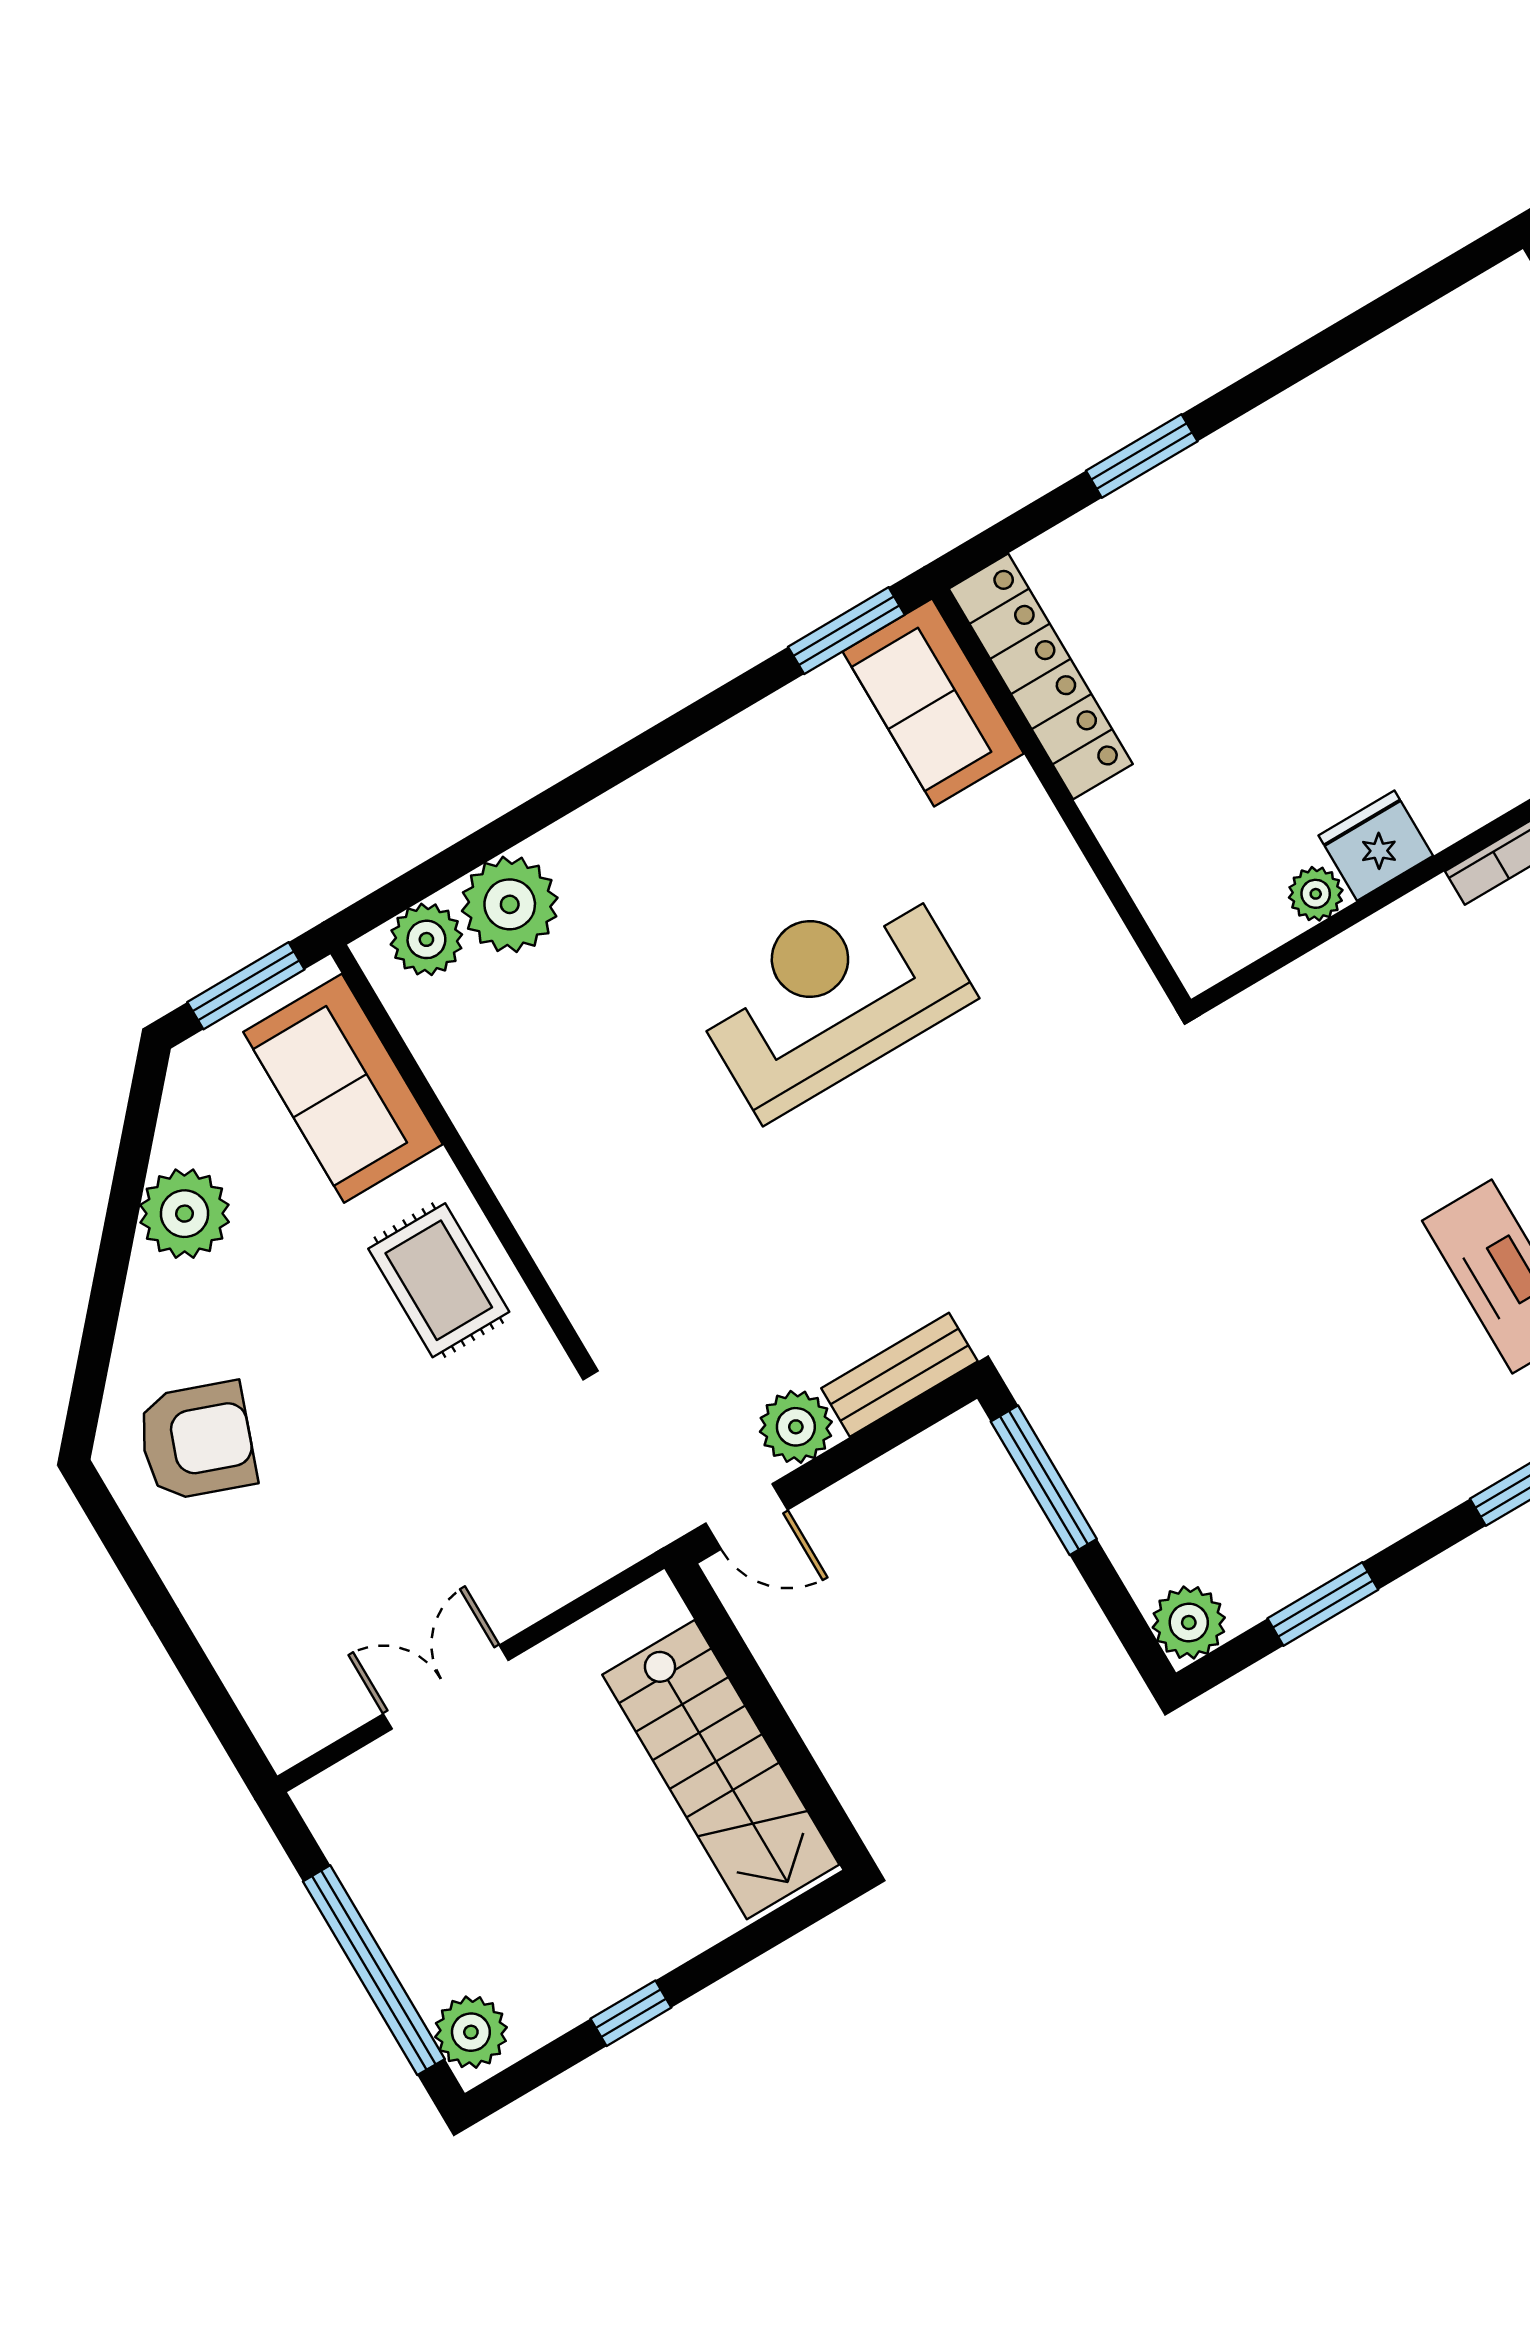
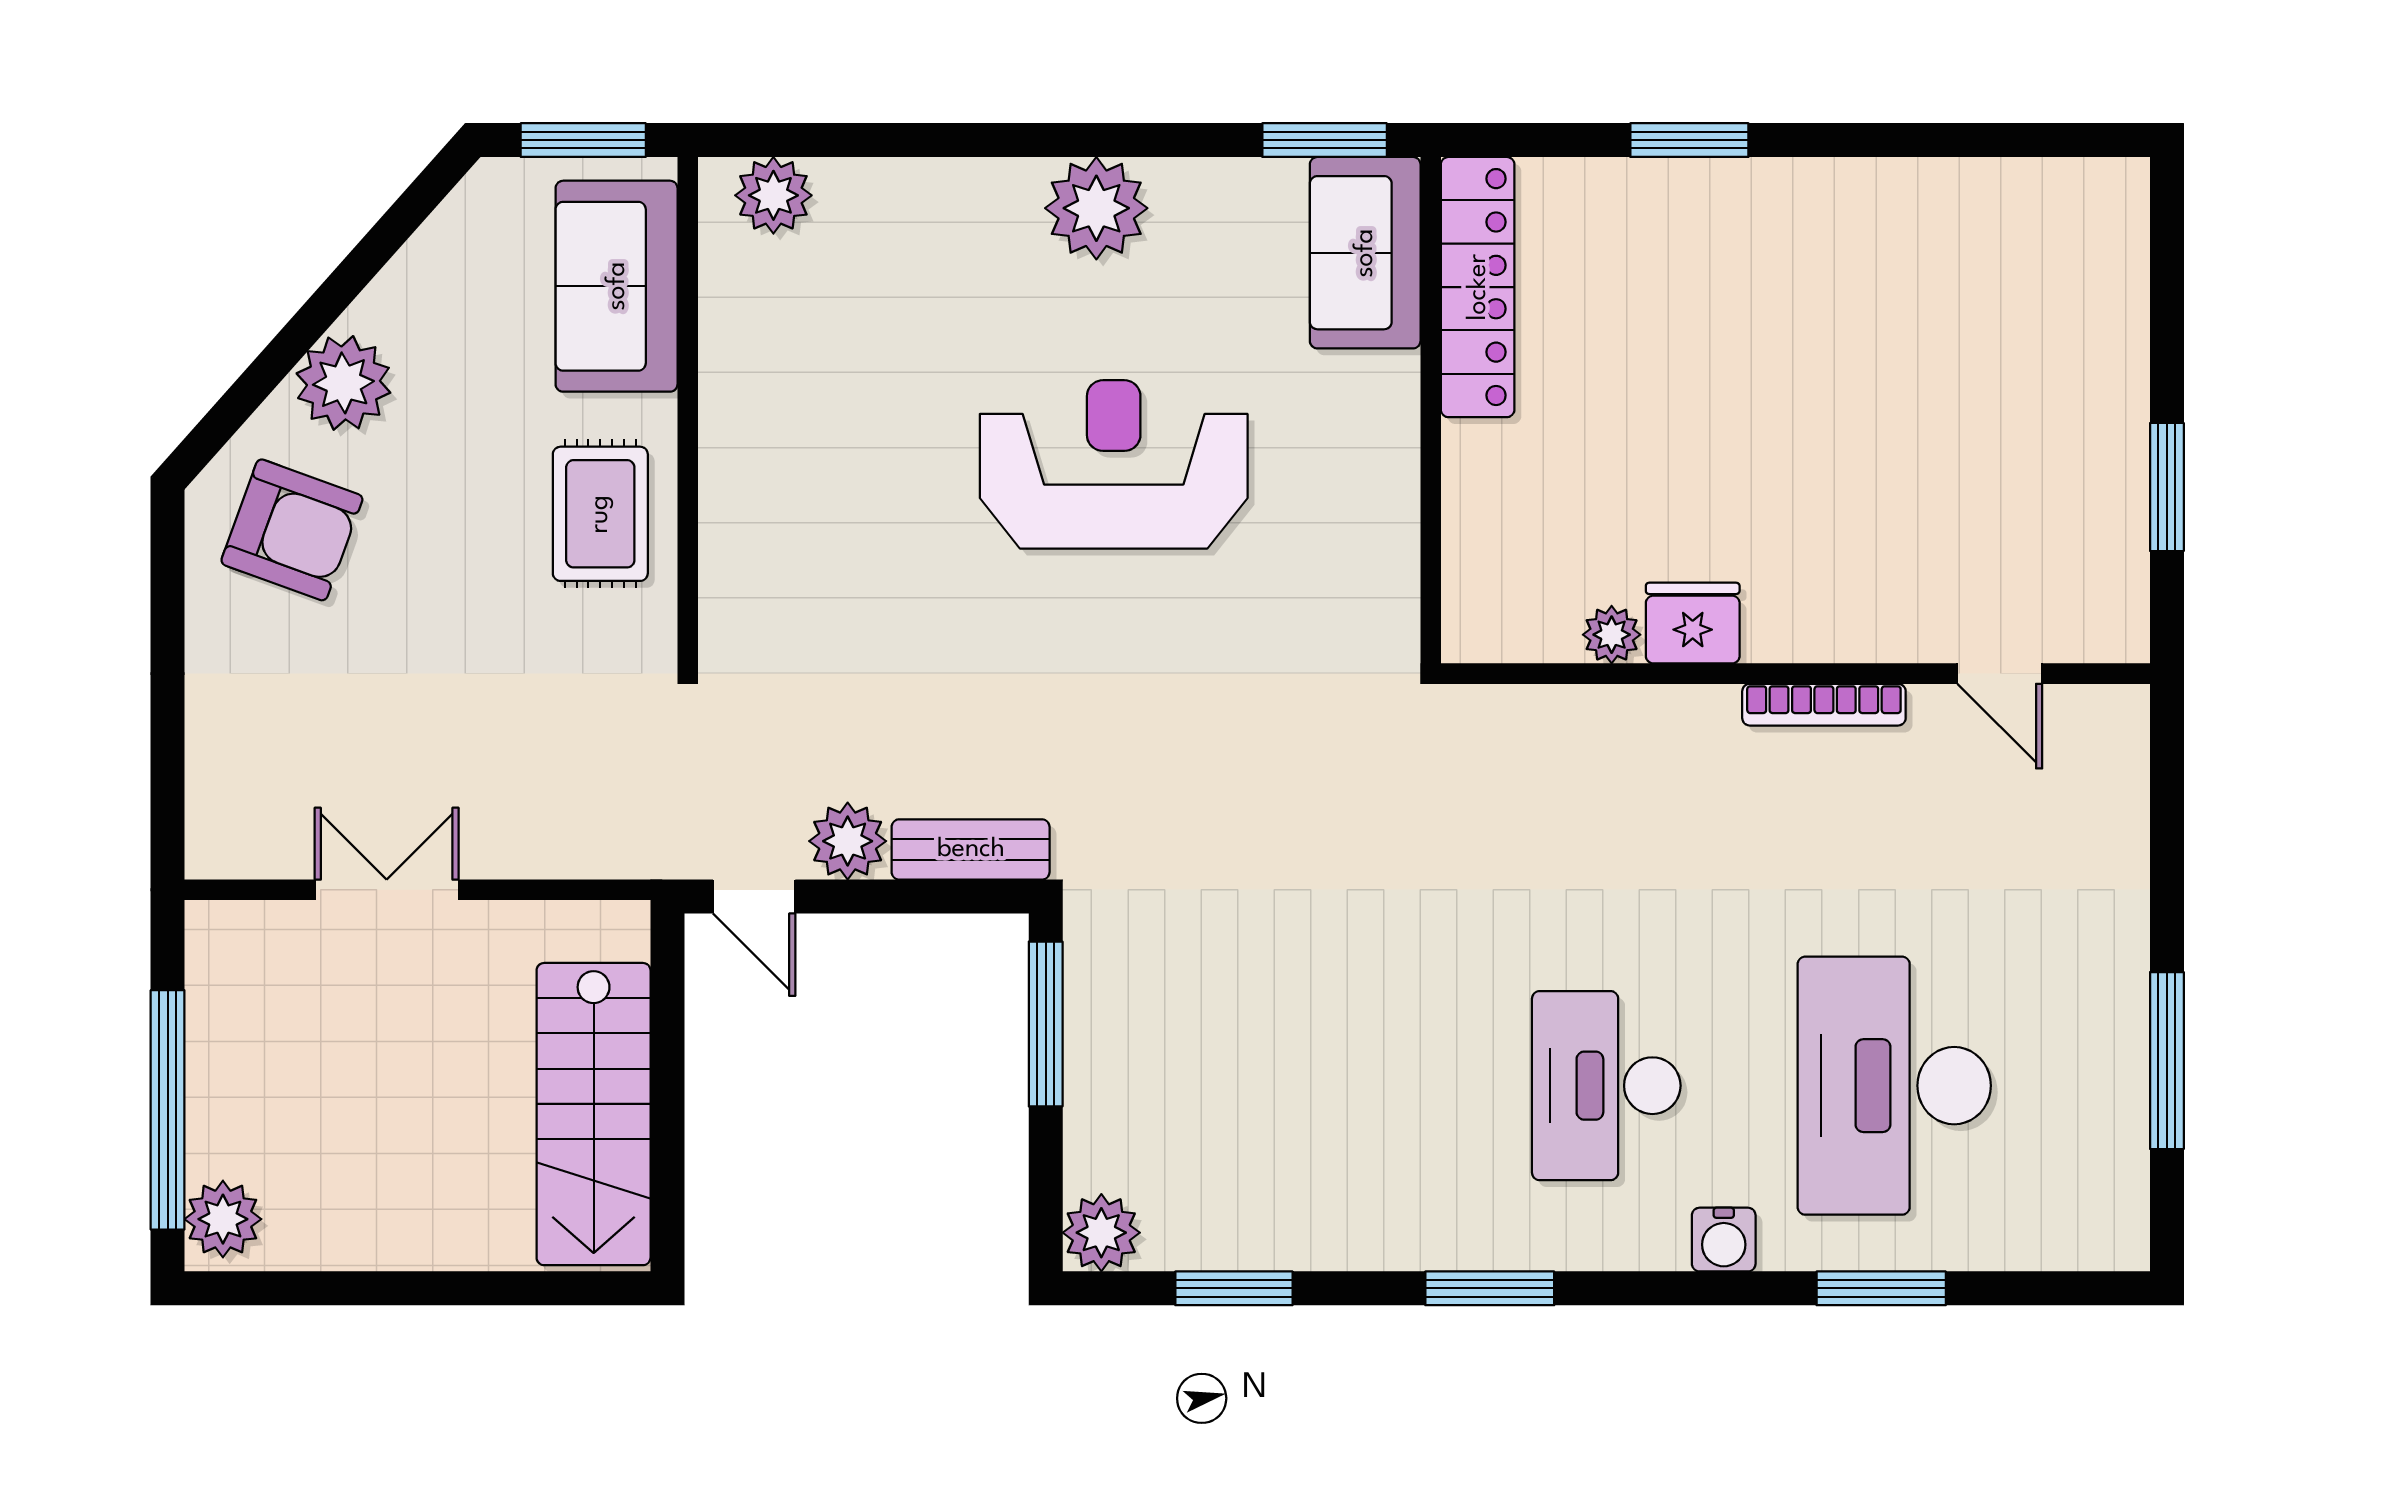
plant: (510, 904) -> (1096, 208), moved
plant: (184, 1214) -> (343, 383), moved
window: (631, 2013) -> (380, 1288), removed

